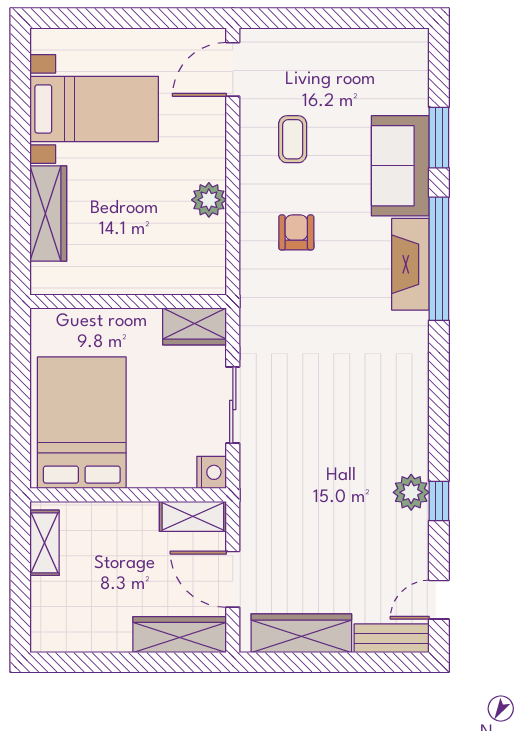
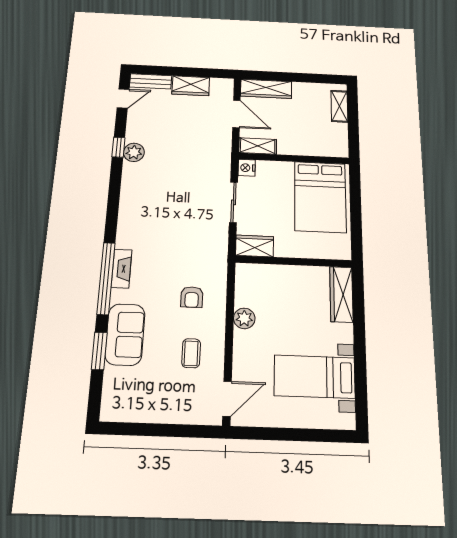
wardrobe: (48, 214) -> (341, 294), moved
fireplace: (410, 264) -> (122, 269), width x0.73, depth x0.76
shelving: (45, 543) -> (339, 106), moved
wardrobe: (301, 633) -> (191, 86), width x0.67

